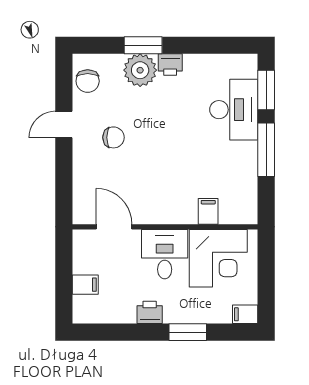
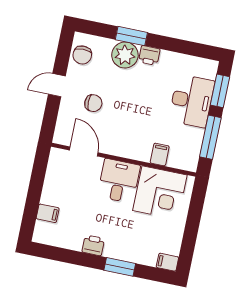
filing cabinet: (208, 211) -> (160, 155), moved
door: (114, 227) -> (84, 151), moved
wall: (165, 227) -> (124, 160), moved
desk: (165, 254) -> (119, 181), moved
corner desk: (218, 258) -> (160, 193), moved

